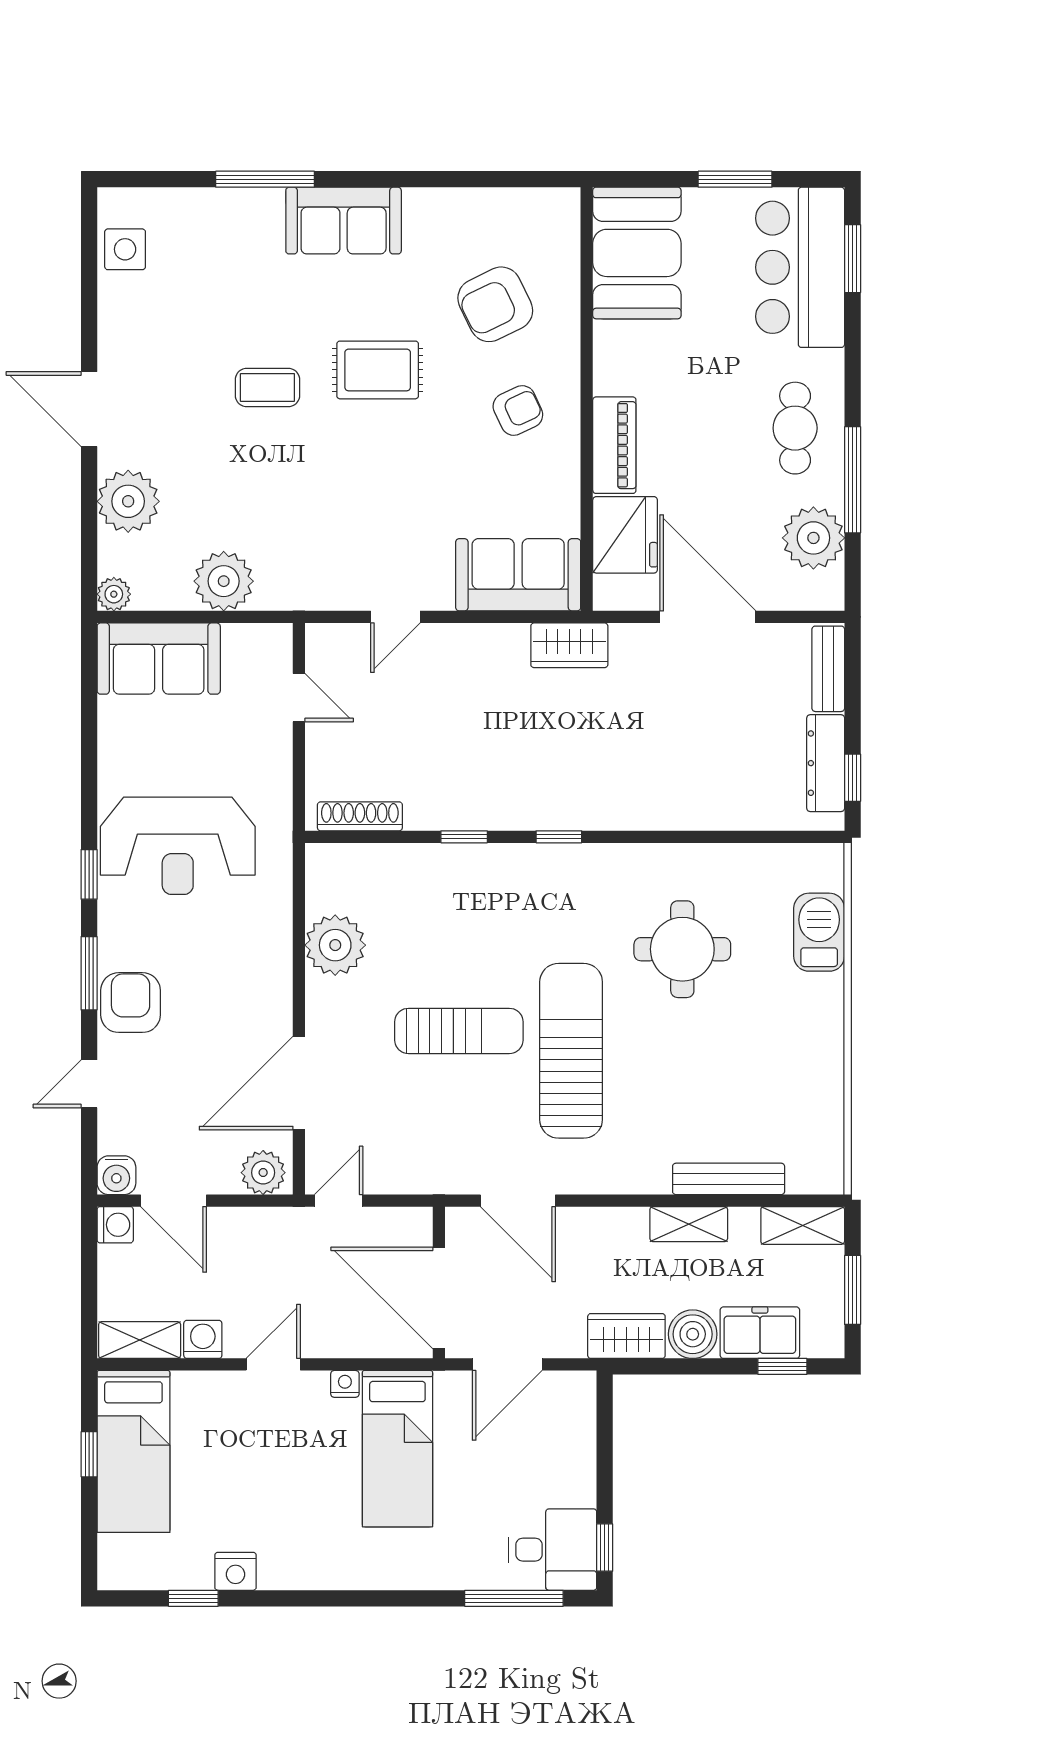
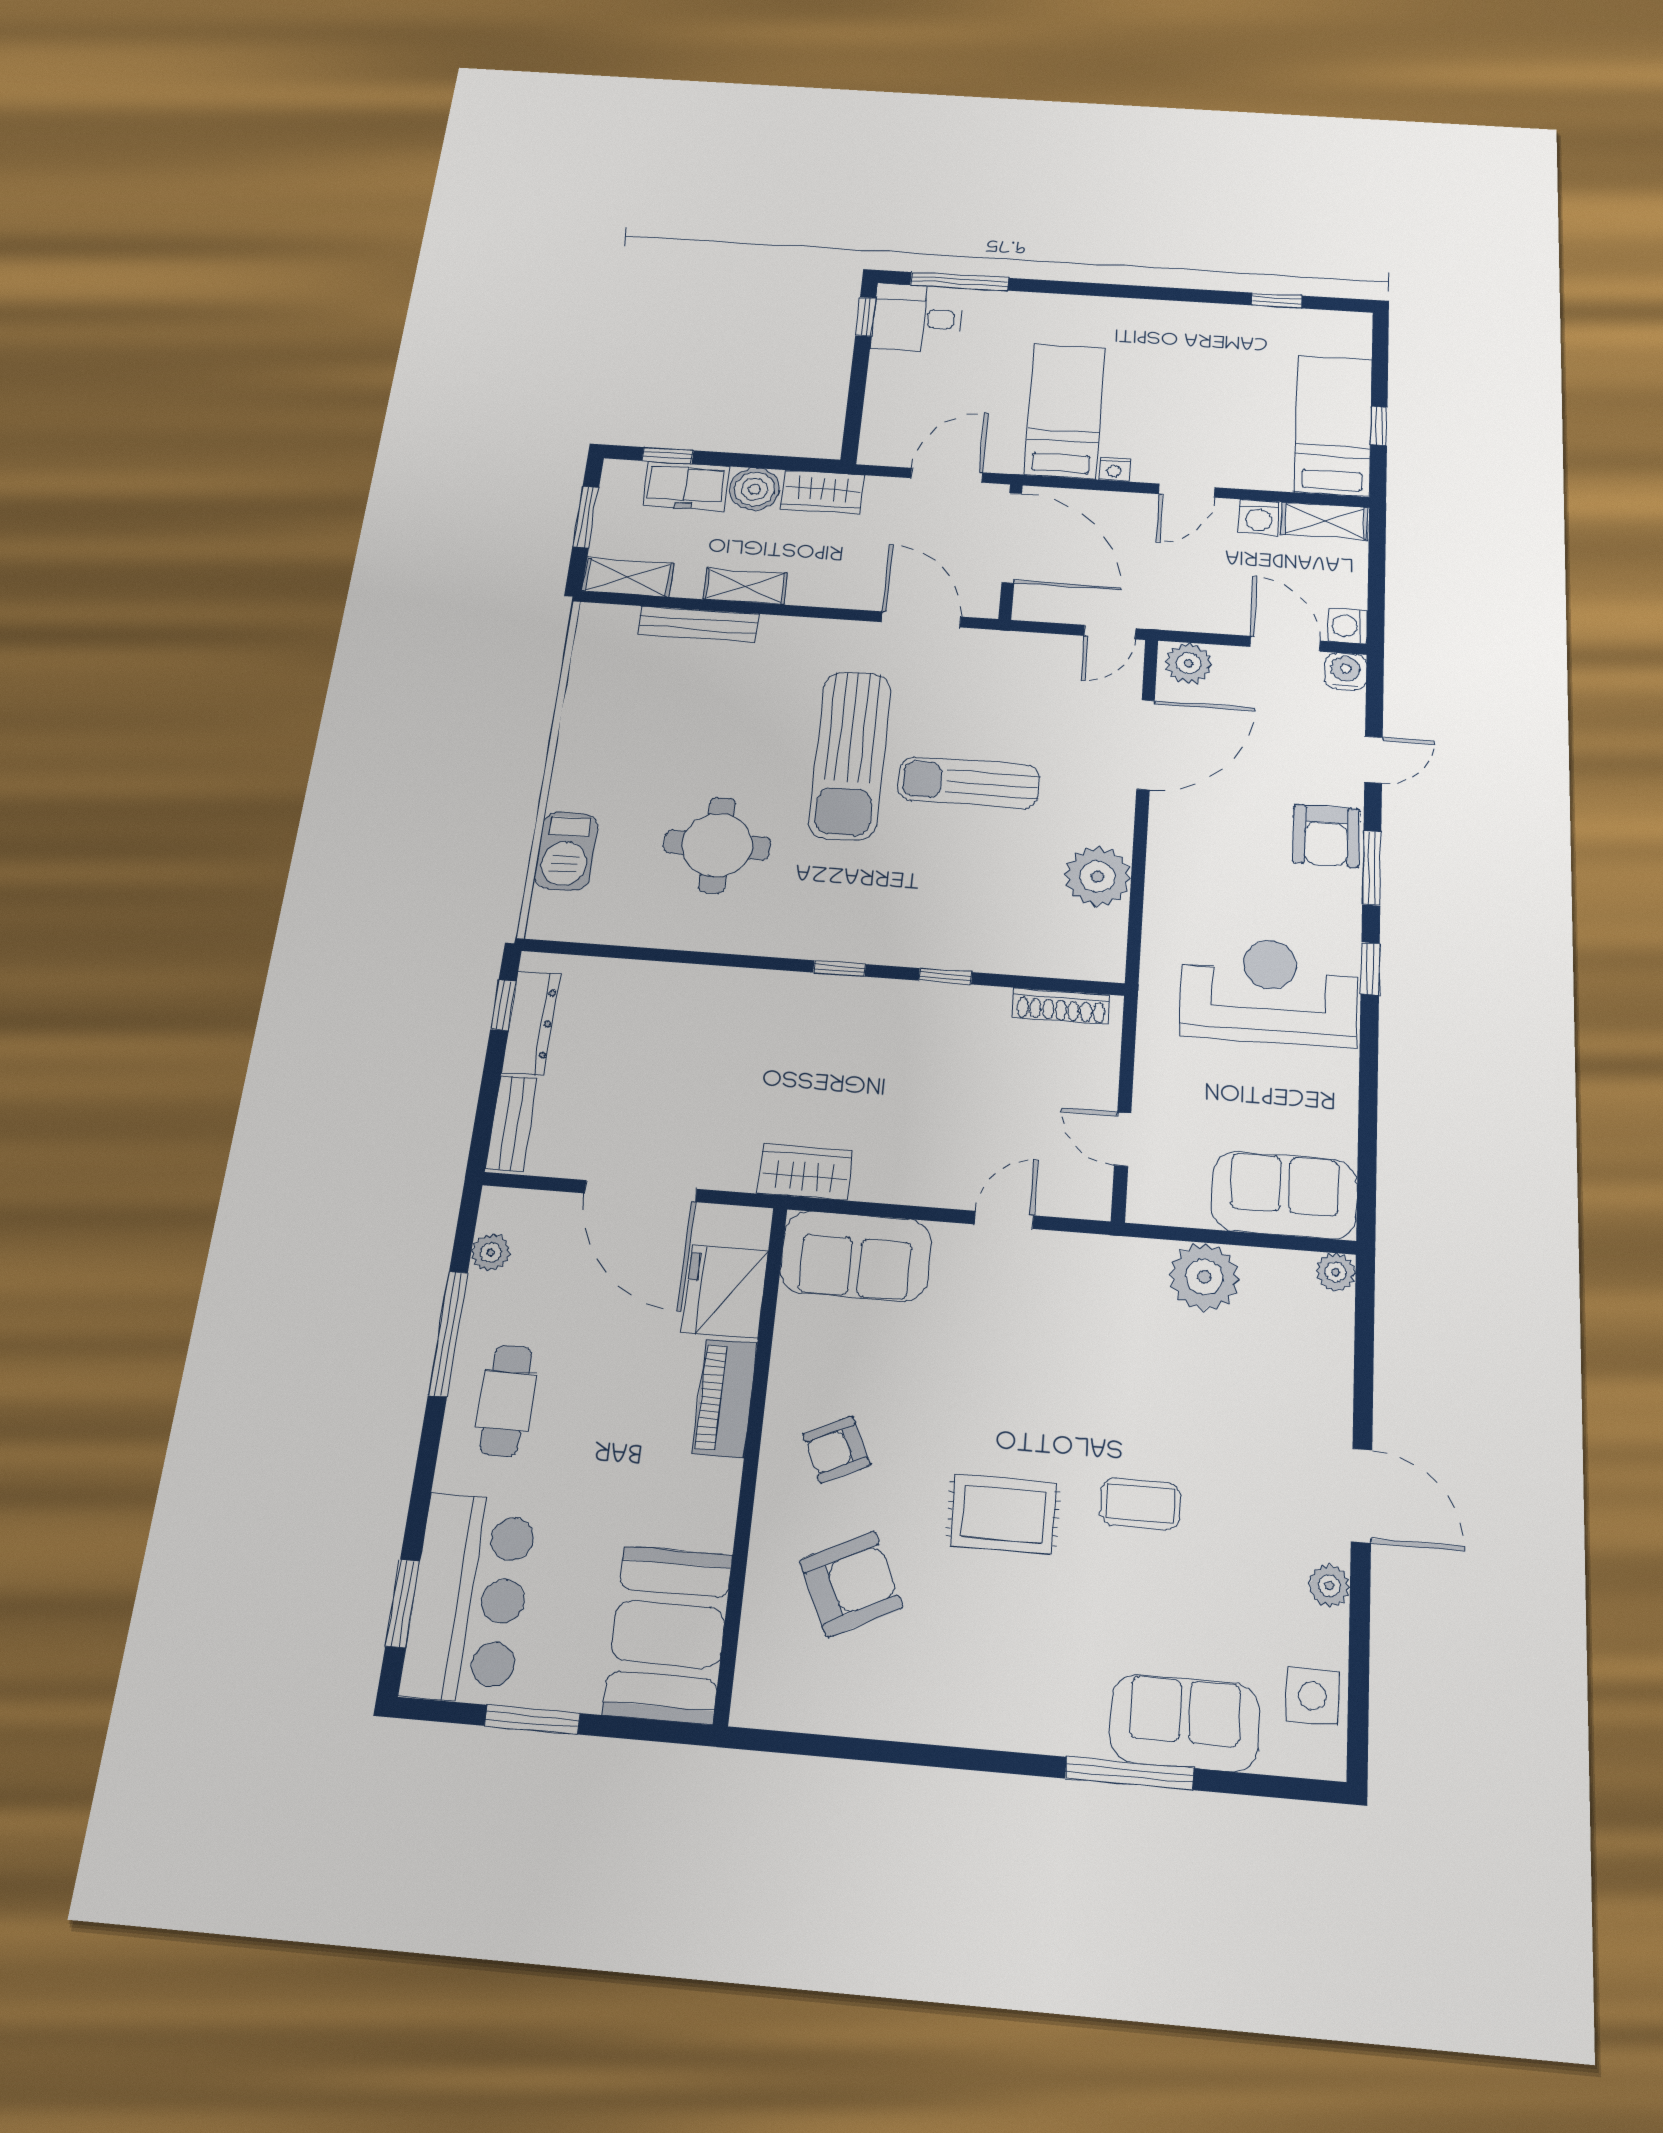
sofa: (344, 221) -> (1185, 1723), moved
plant: (128, 501) -> (1329, 1586), moved, width x0.53, depth x0.53
plant: (813, 538) -> (491, 1252), width x0.53, depth x0.53
nightstand: (235, 1571) -> (1234, 320), removed

